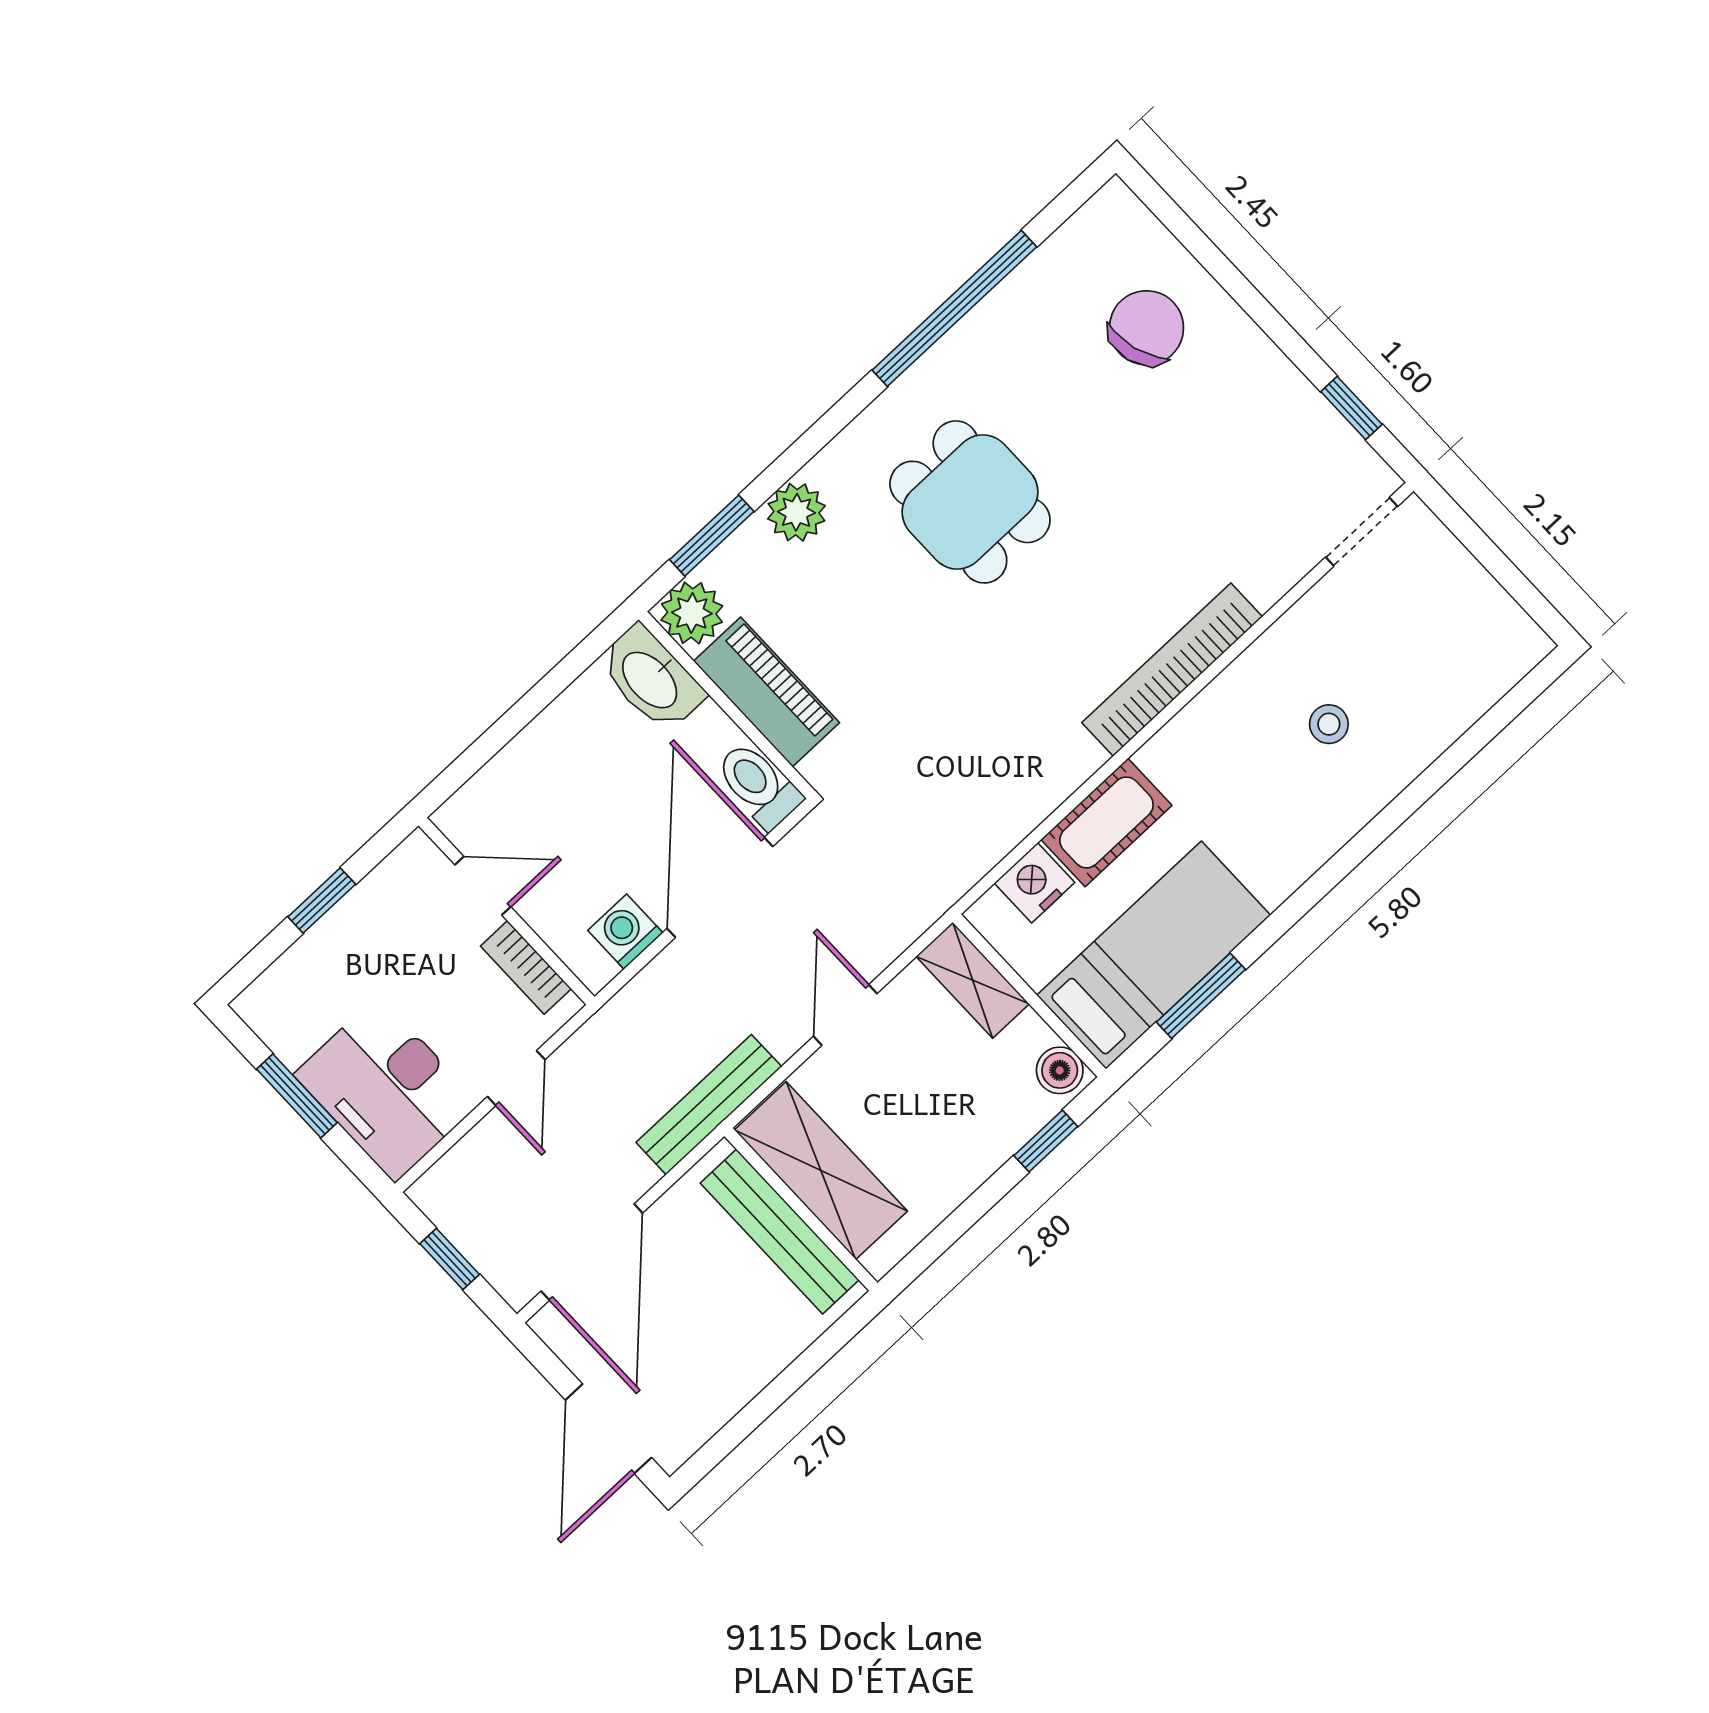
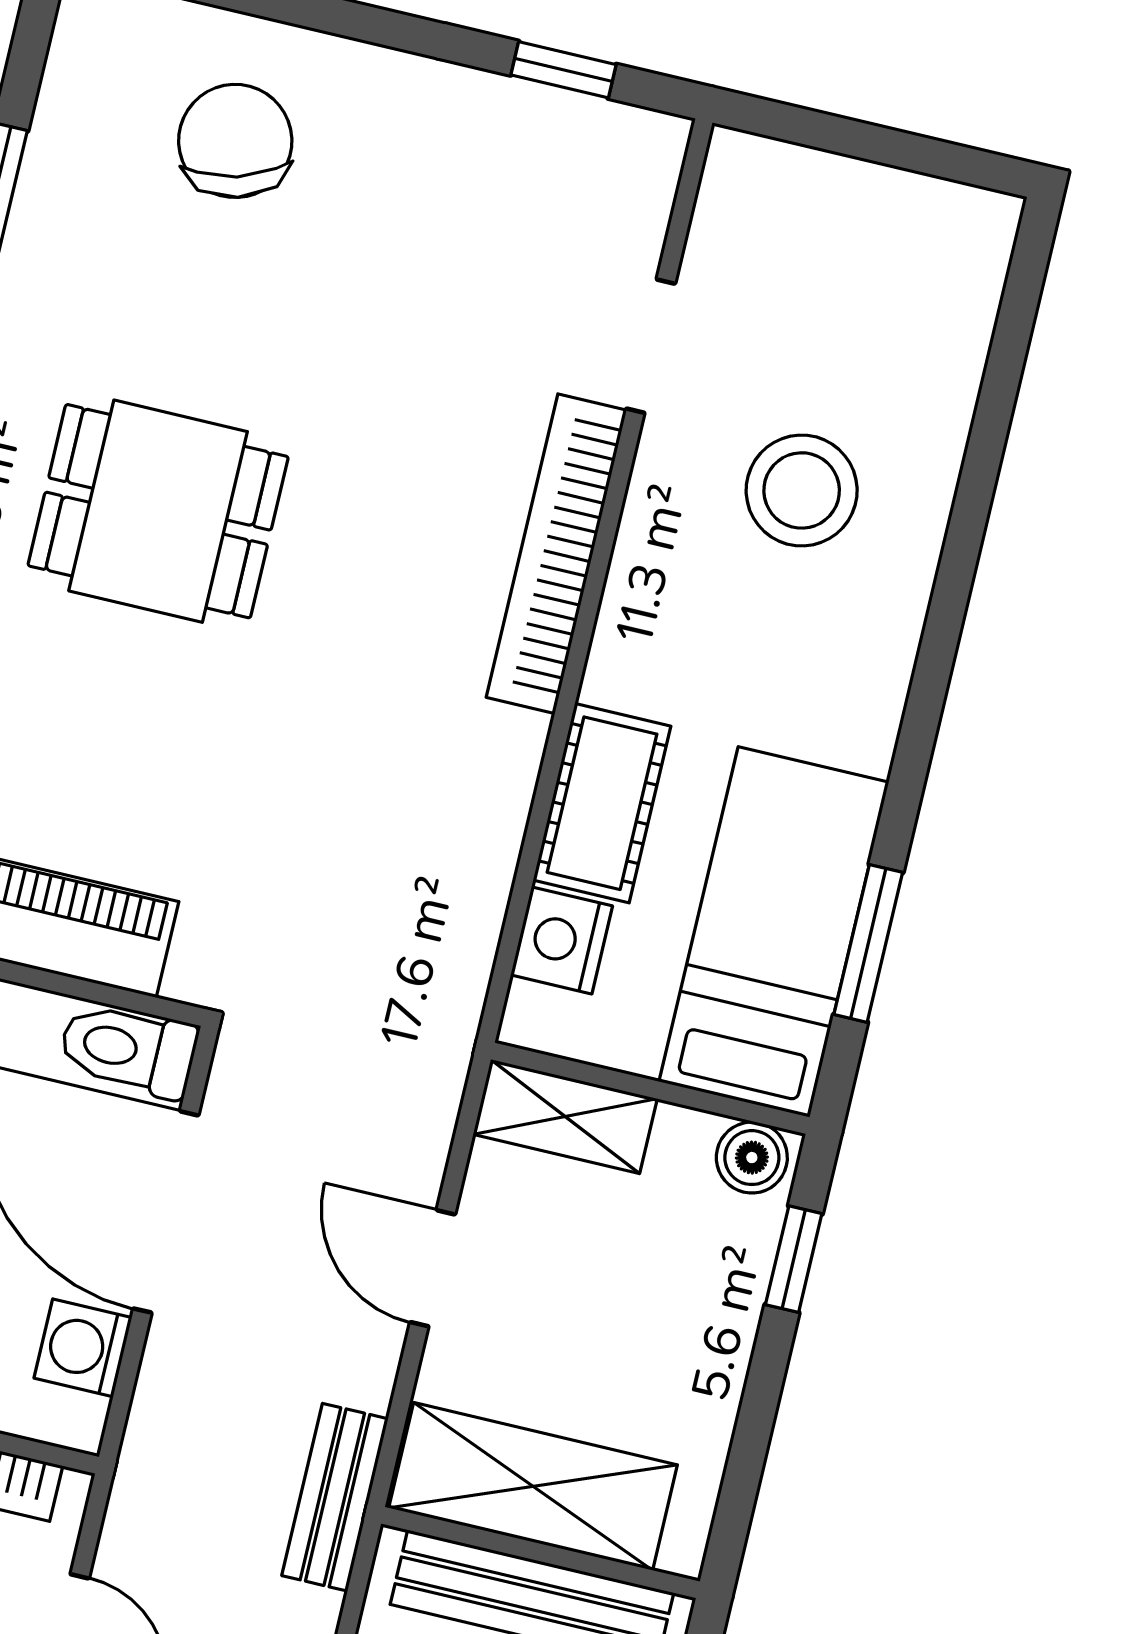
doorway: (1362, 532) -> (651, 346), moved
stool: (1329, 724) -> (802, 490), width x1.89, depth x1.89
bench: (709, 1105) -> (335, 1497), width x0.73

